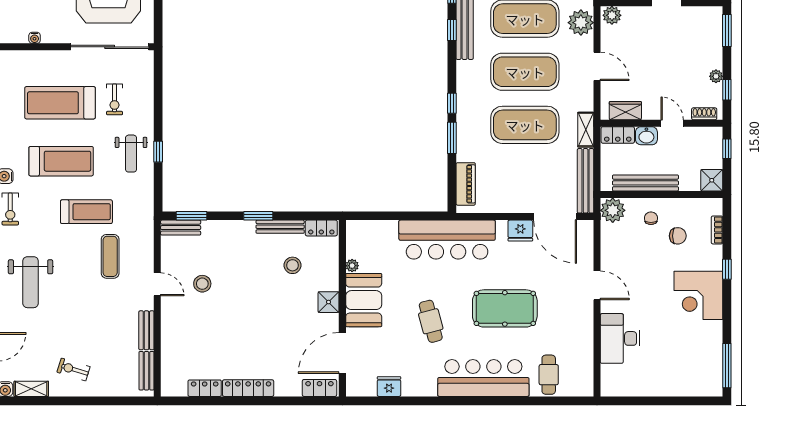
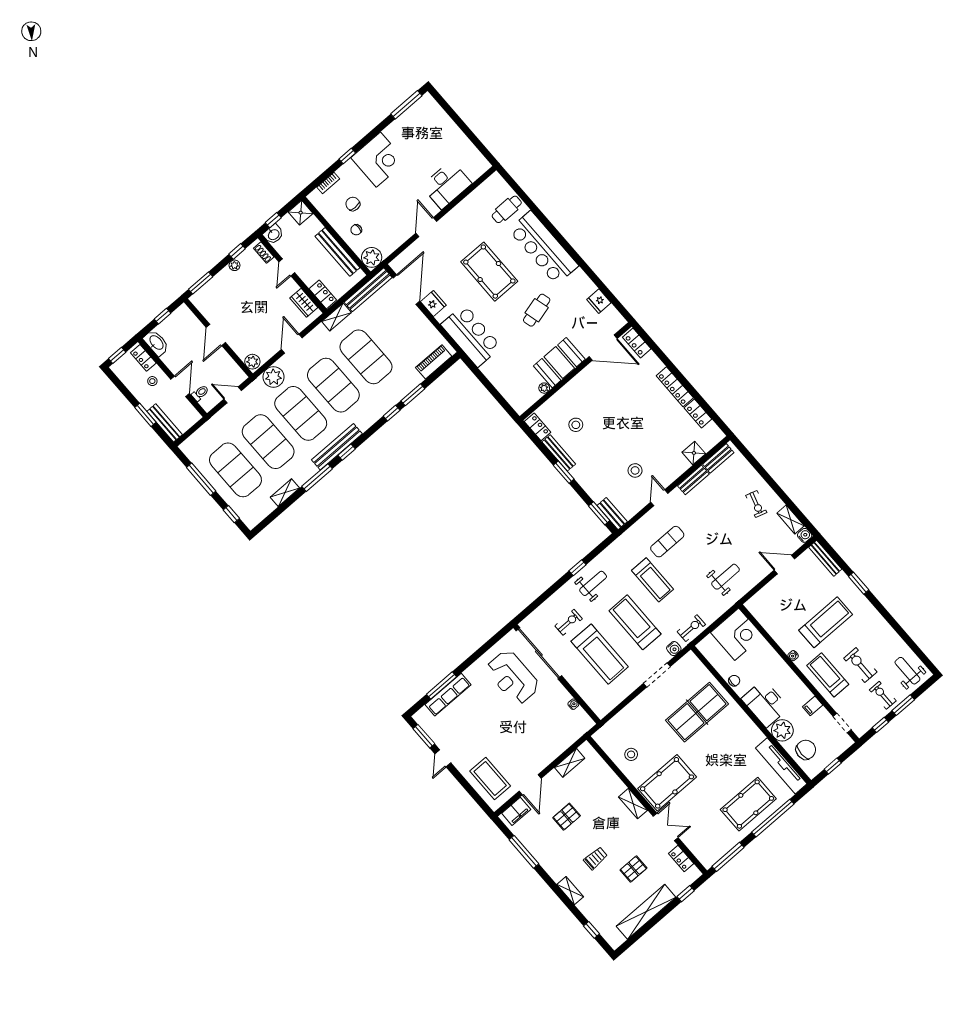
washbasin: (646, 136) -> (273, 234), moved, turned 90
treadmill: (86, 212) -> (652, 580), turned 180
bar counter: (447, 240) -> (471, 336), width x0.73
weight bench: (31, 282) -> (726, 577), width x0.73, depth x0.75
shower: (329, 302) -> (694, 453), moved

